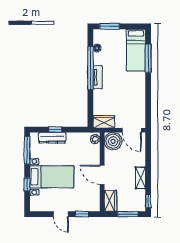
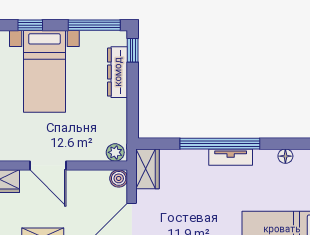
window: (90, 68) -> (220, 144), moved
window: (55, 130) -> (133, 50), moved
boiler: (113, 141) -> (119, 178), width x0.54, depth x0.54
door: (102, 175) -> (48, 165), swing flipped

